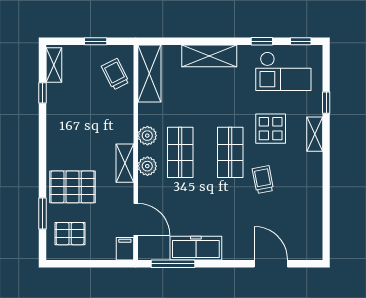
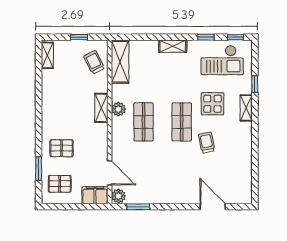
shelving: (209, 56) -> (173, 46), width x0.67, depth x0.75
window: (42, 93) -> (39, 77), removed
shelving: (125, 163) -> (101, 108), moved
plant: (147, 166) -> (118, 196), moved
pallet: (73, 187) -> (62, 148), width x0.67, depth x0.71
freezer: (196, 248) -> (156, 195), removed
filing cabinet: (125, 249) -> (95, 195), width x2.00
window: (173, 264) -> (138, 207), width x0.69

